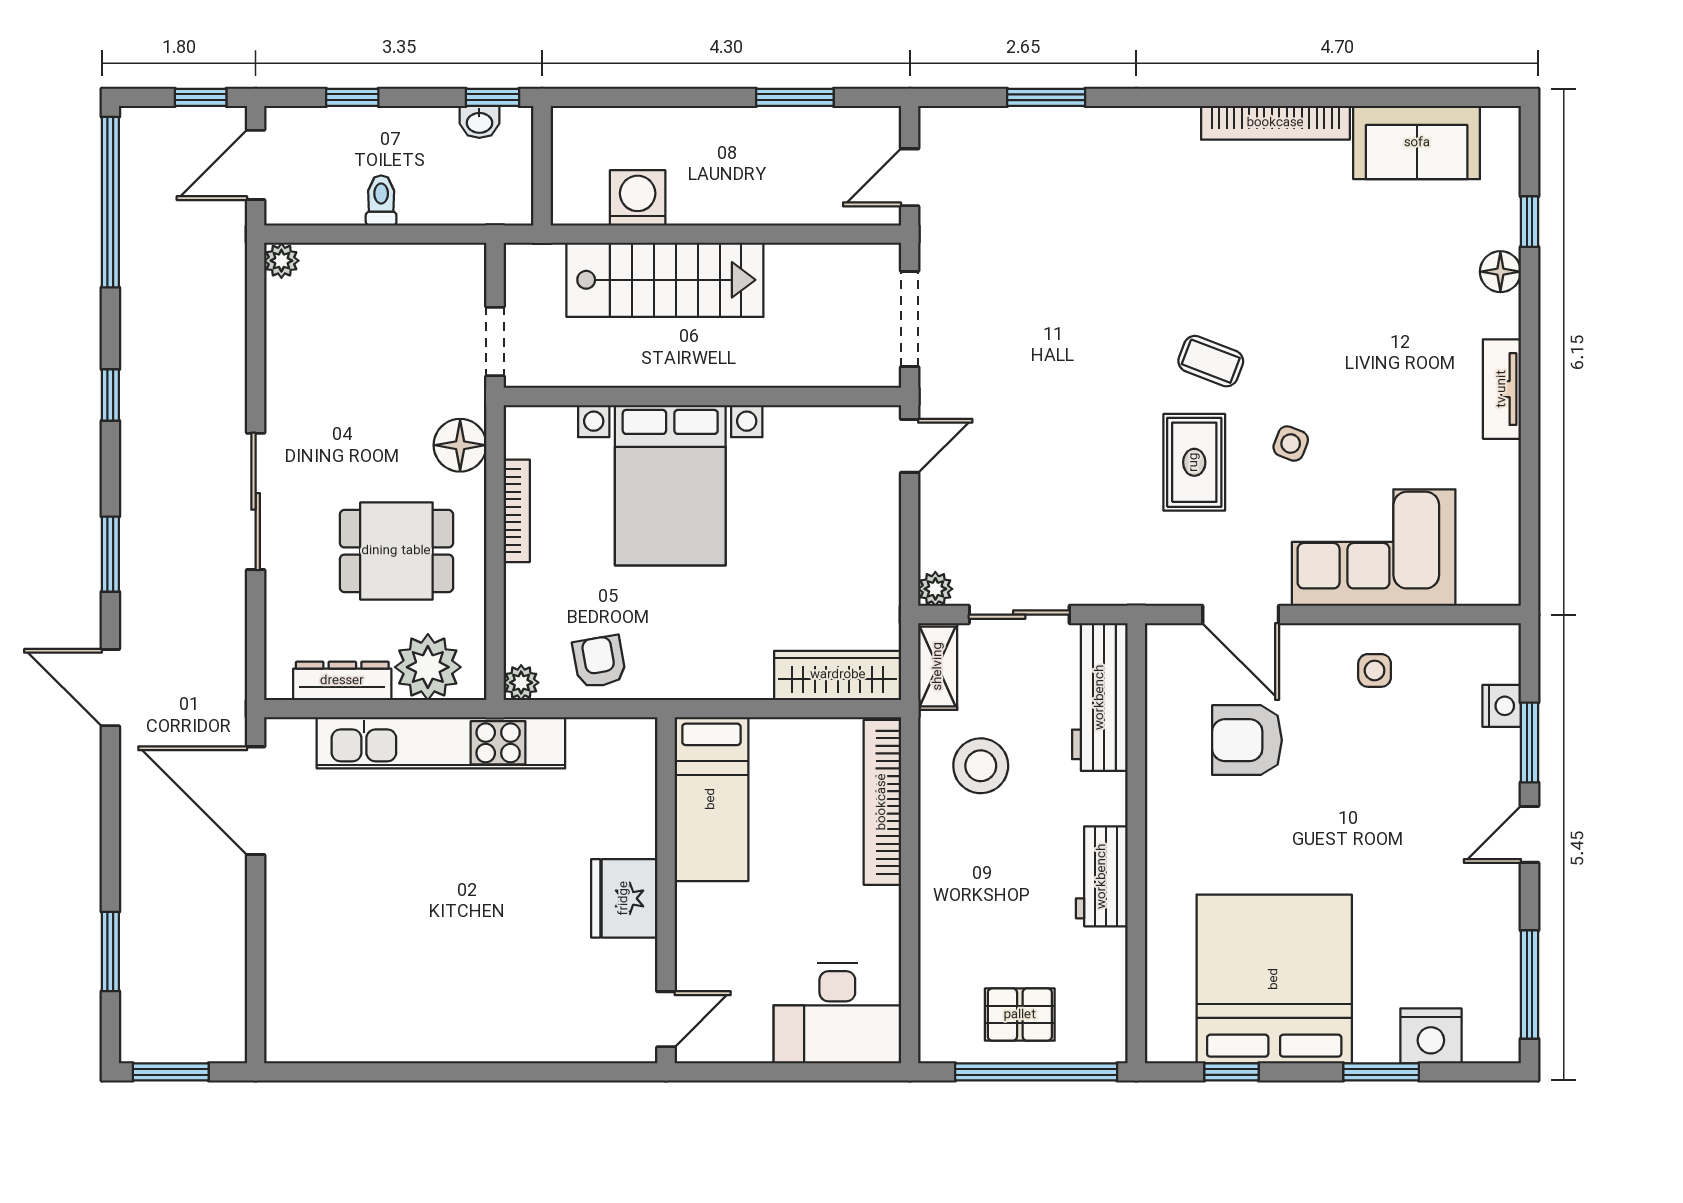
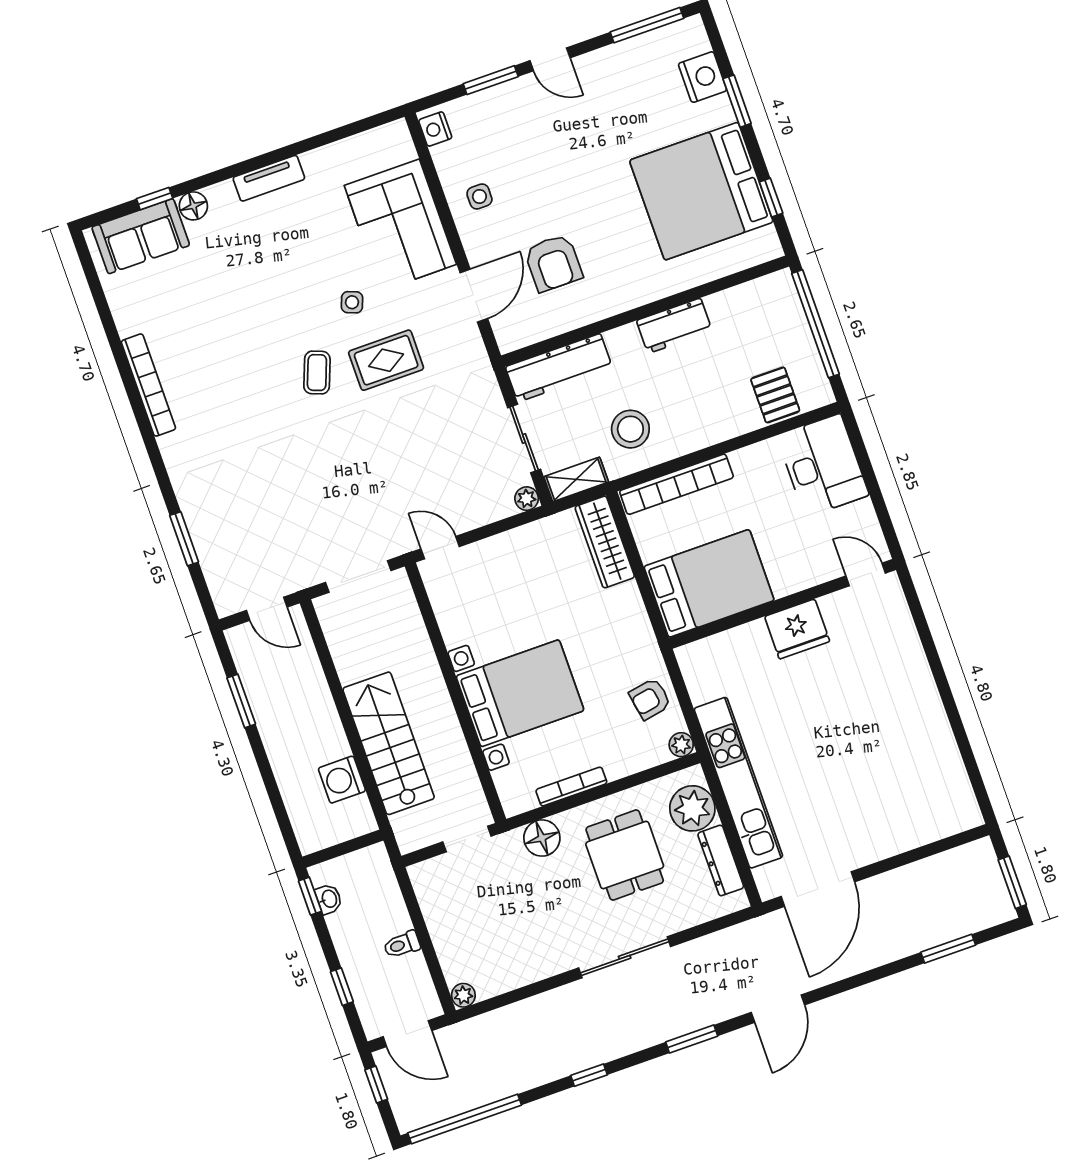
sofa: (1417, 143) -> (141, 236), moved, turned 90
nightstand: (1502, 706) -> (435, 129), moved, turned -90
bed: (711, 799) -> (709, 583), width x1.50
pallet: (1020, 1015) -> (775, 395), moved

